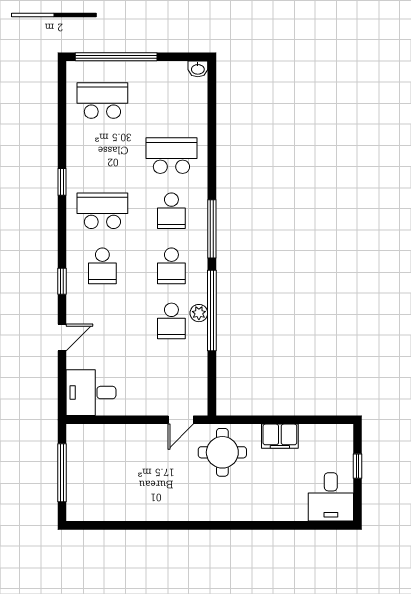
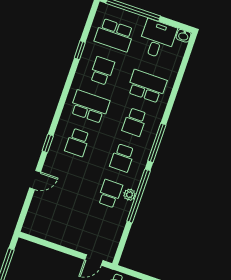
school desk: (102, 101) -> (114, 35), turned 180
school desk: (102, 156) -> (102, 71), added
window: (62, 182) -> (80, 50), moved
school desk: (171, 321) -> (110, 194), turned 180
desk: (91, 393) -> (157, 39), moved, turned 90

